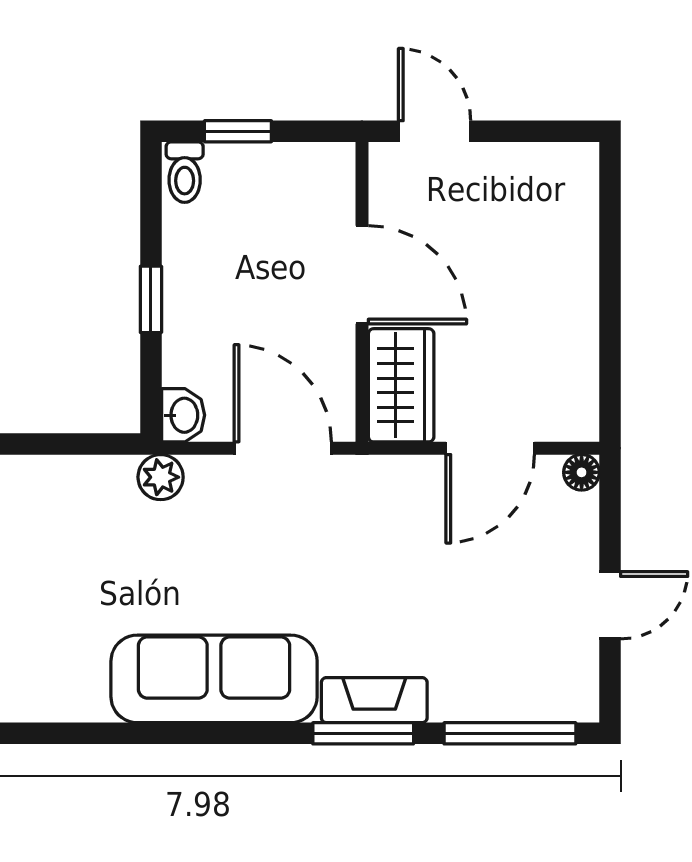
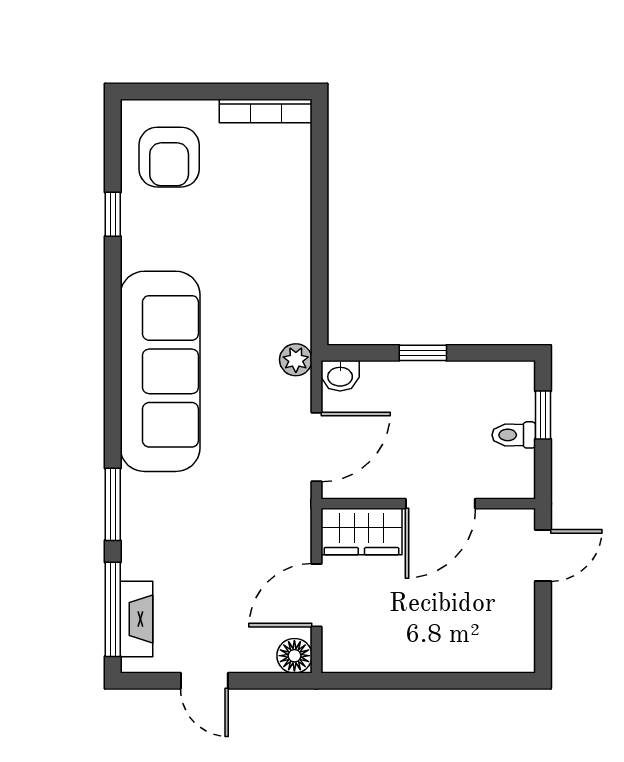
toilet: (185, 172) -> (514, 435), moved
door: (490, 448) -> (316, 595), hinge flipped
floor lamp: (582, 472) -> (294, 656), width x1.37, depth x1.37
sofa: (214, 679) -> (160, 371), width x1.36, depth x1.27
fireplace: (374, 700) -> (136, 619), moved

